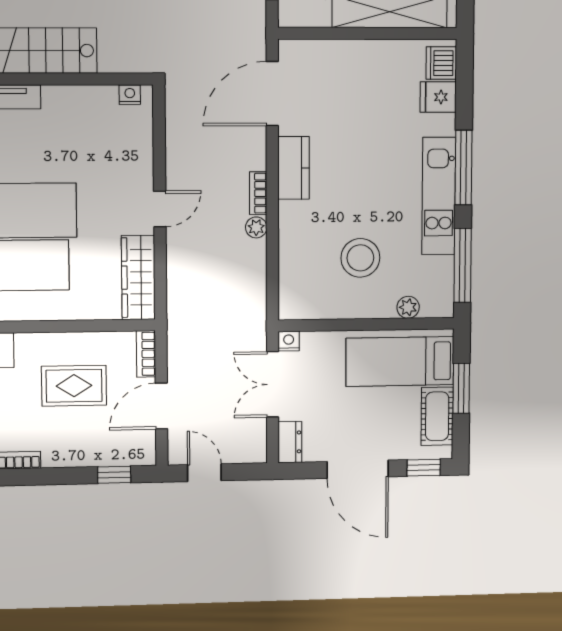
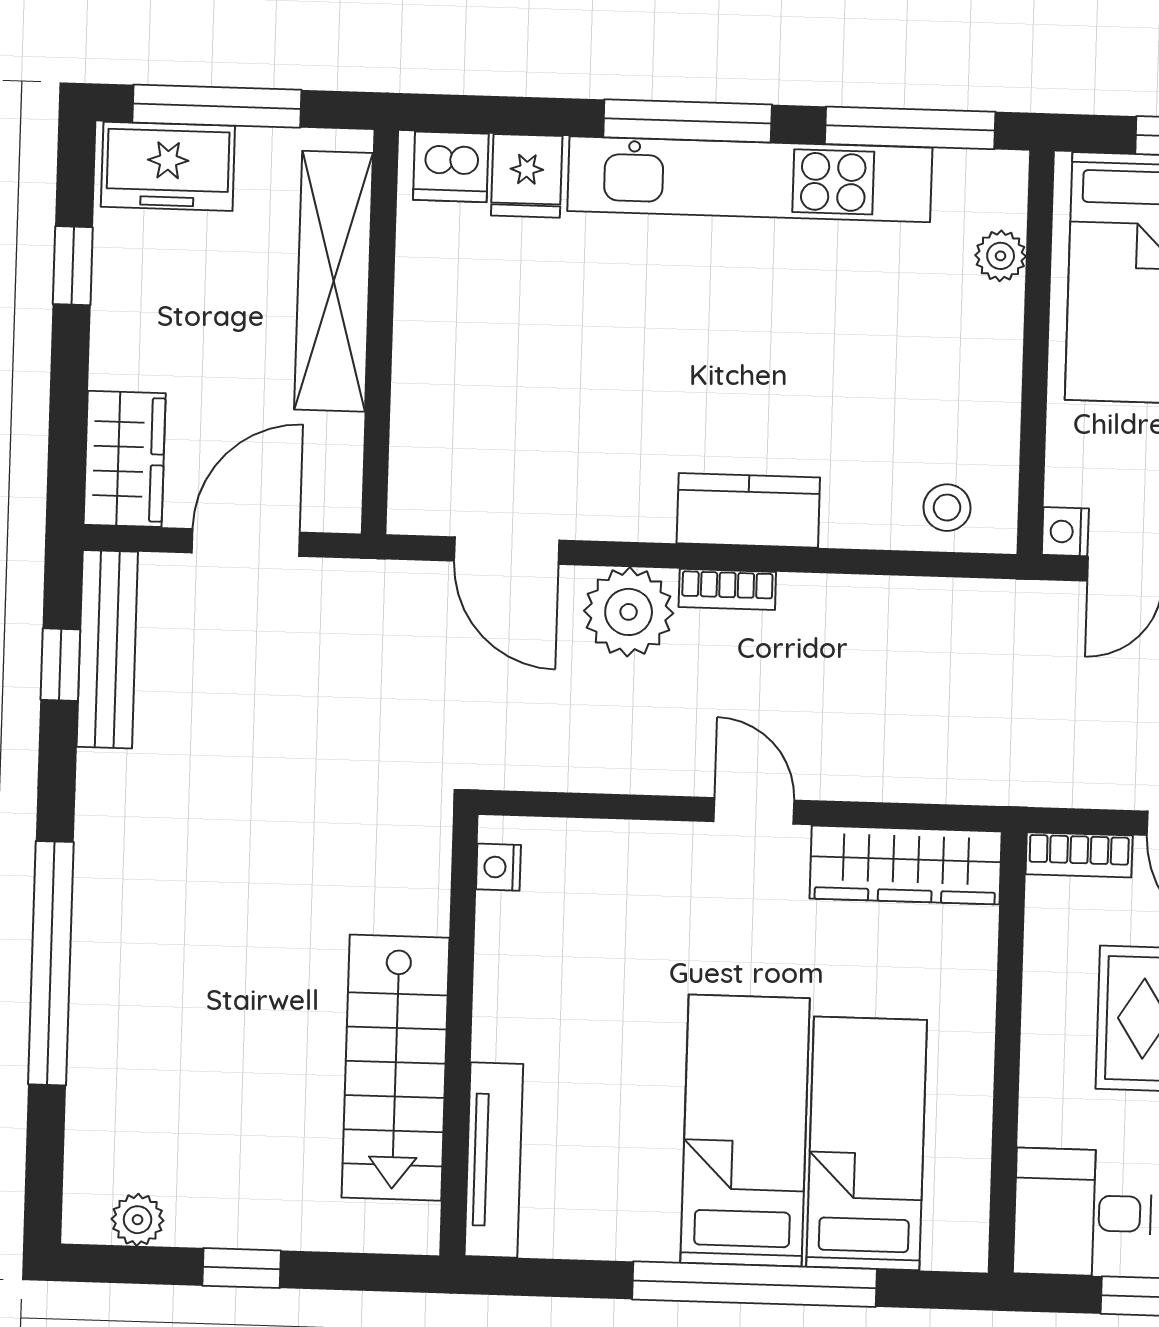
door: (272, 94) -> (507, 551), width x0.73
kitchen counter: (294, 168) -> (748, 510), moved
kitchen unit: (439, 196) -> (750, 179), width x1.36
plant: (256, 227) -> (629, 612), moved, width x1.88, depth x1.88
stool: (360, 258) -> (947, 508), moved, width x0.53, depth x0.53

